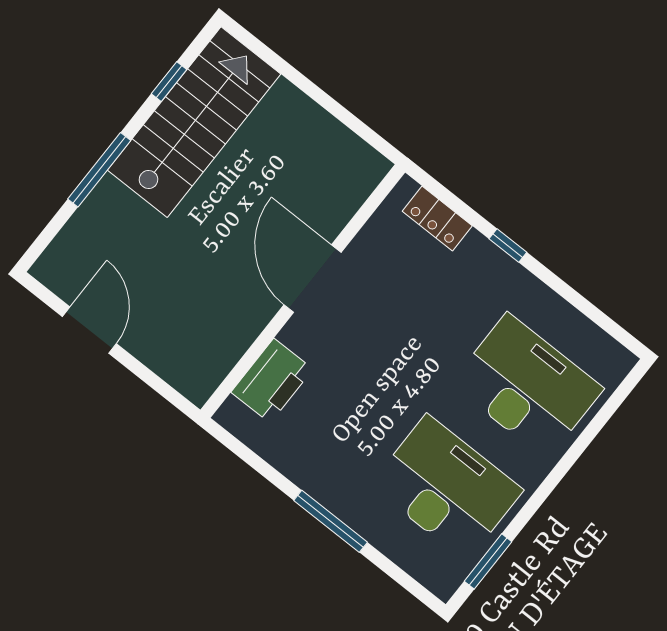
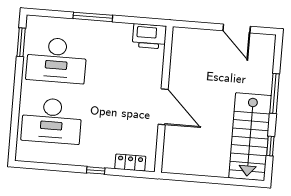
printer: (272, 381) -> (149, 36), moved, turned -90

